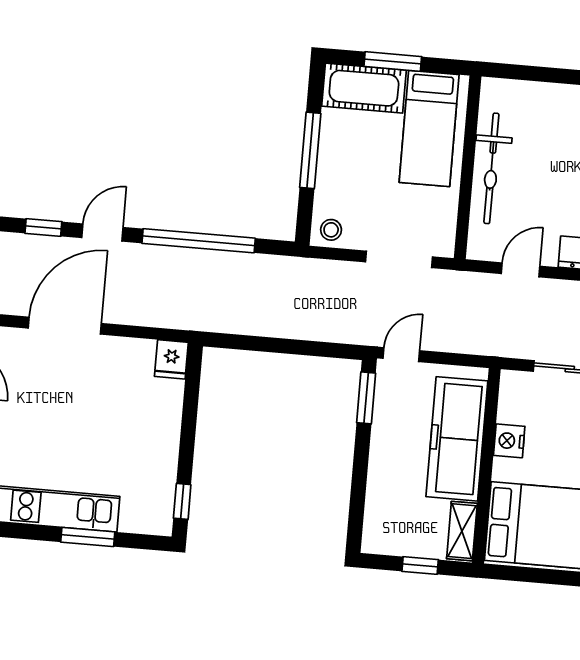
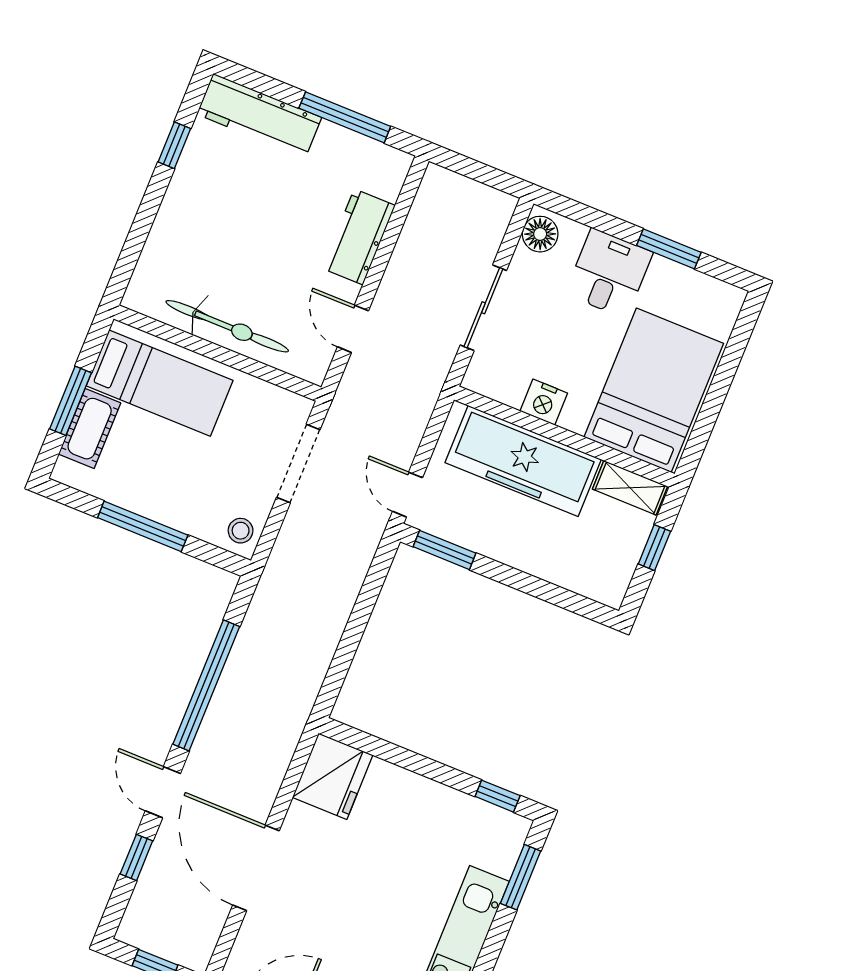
cot: (364, 88) -> (90, 429), width x0.73, depth x0.75
fridge: (171, 359) -> (333, 776), width x1.88, depth x1.34
window: (88, 537) -> (521, 877), moved

